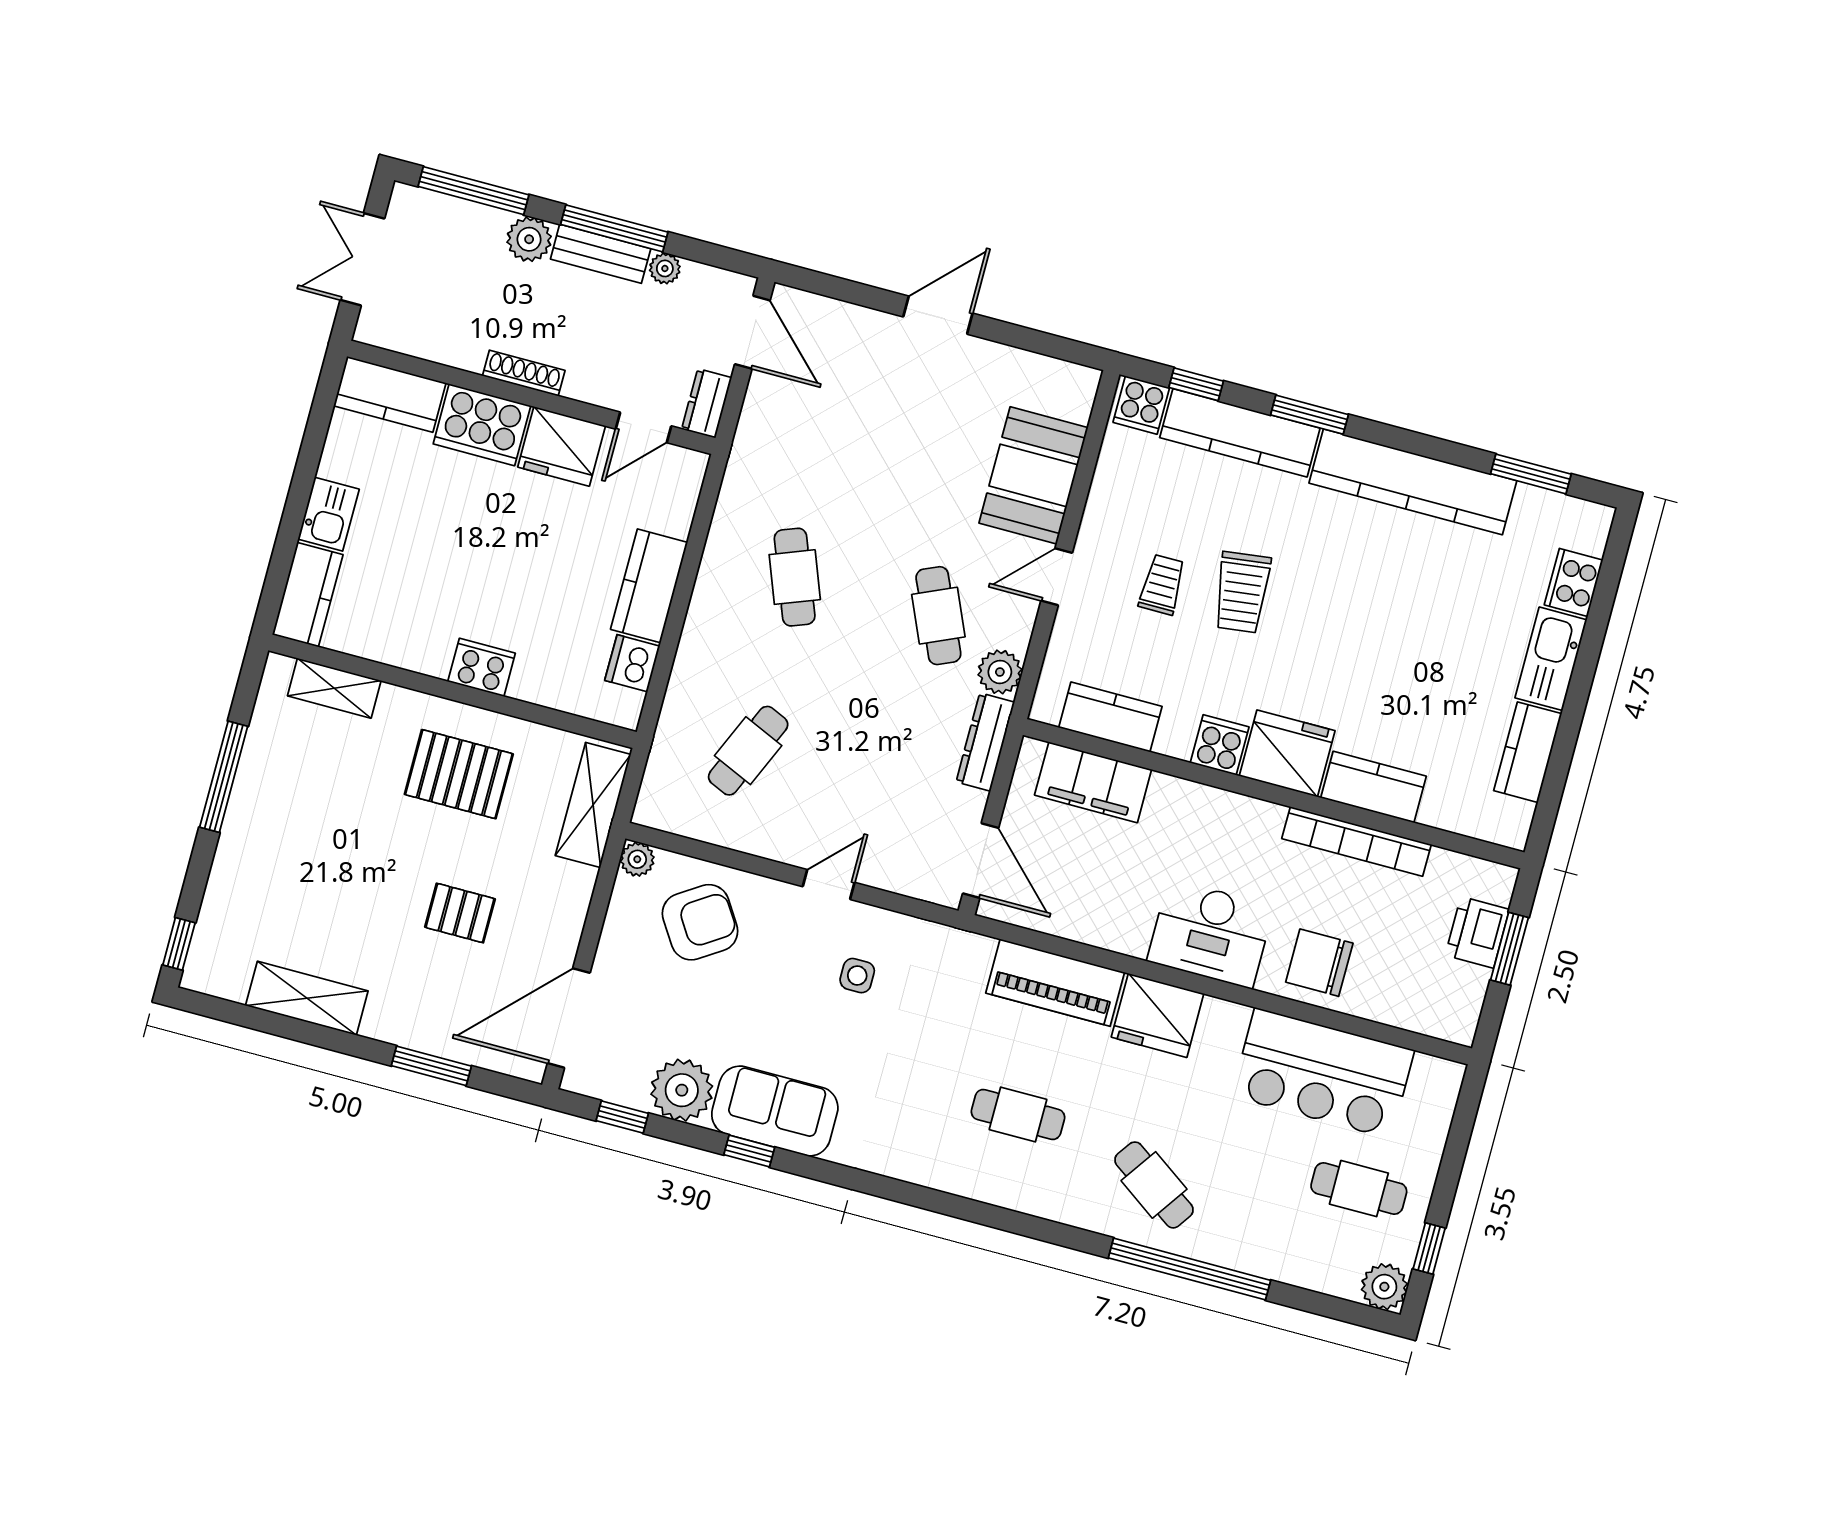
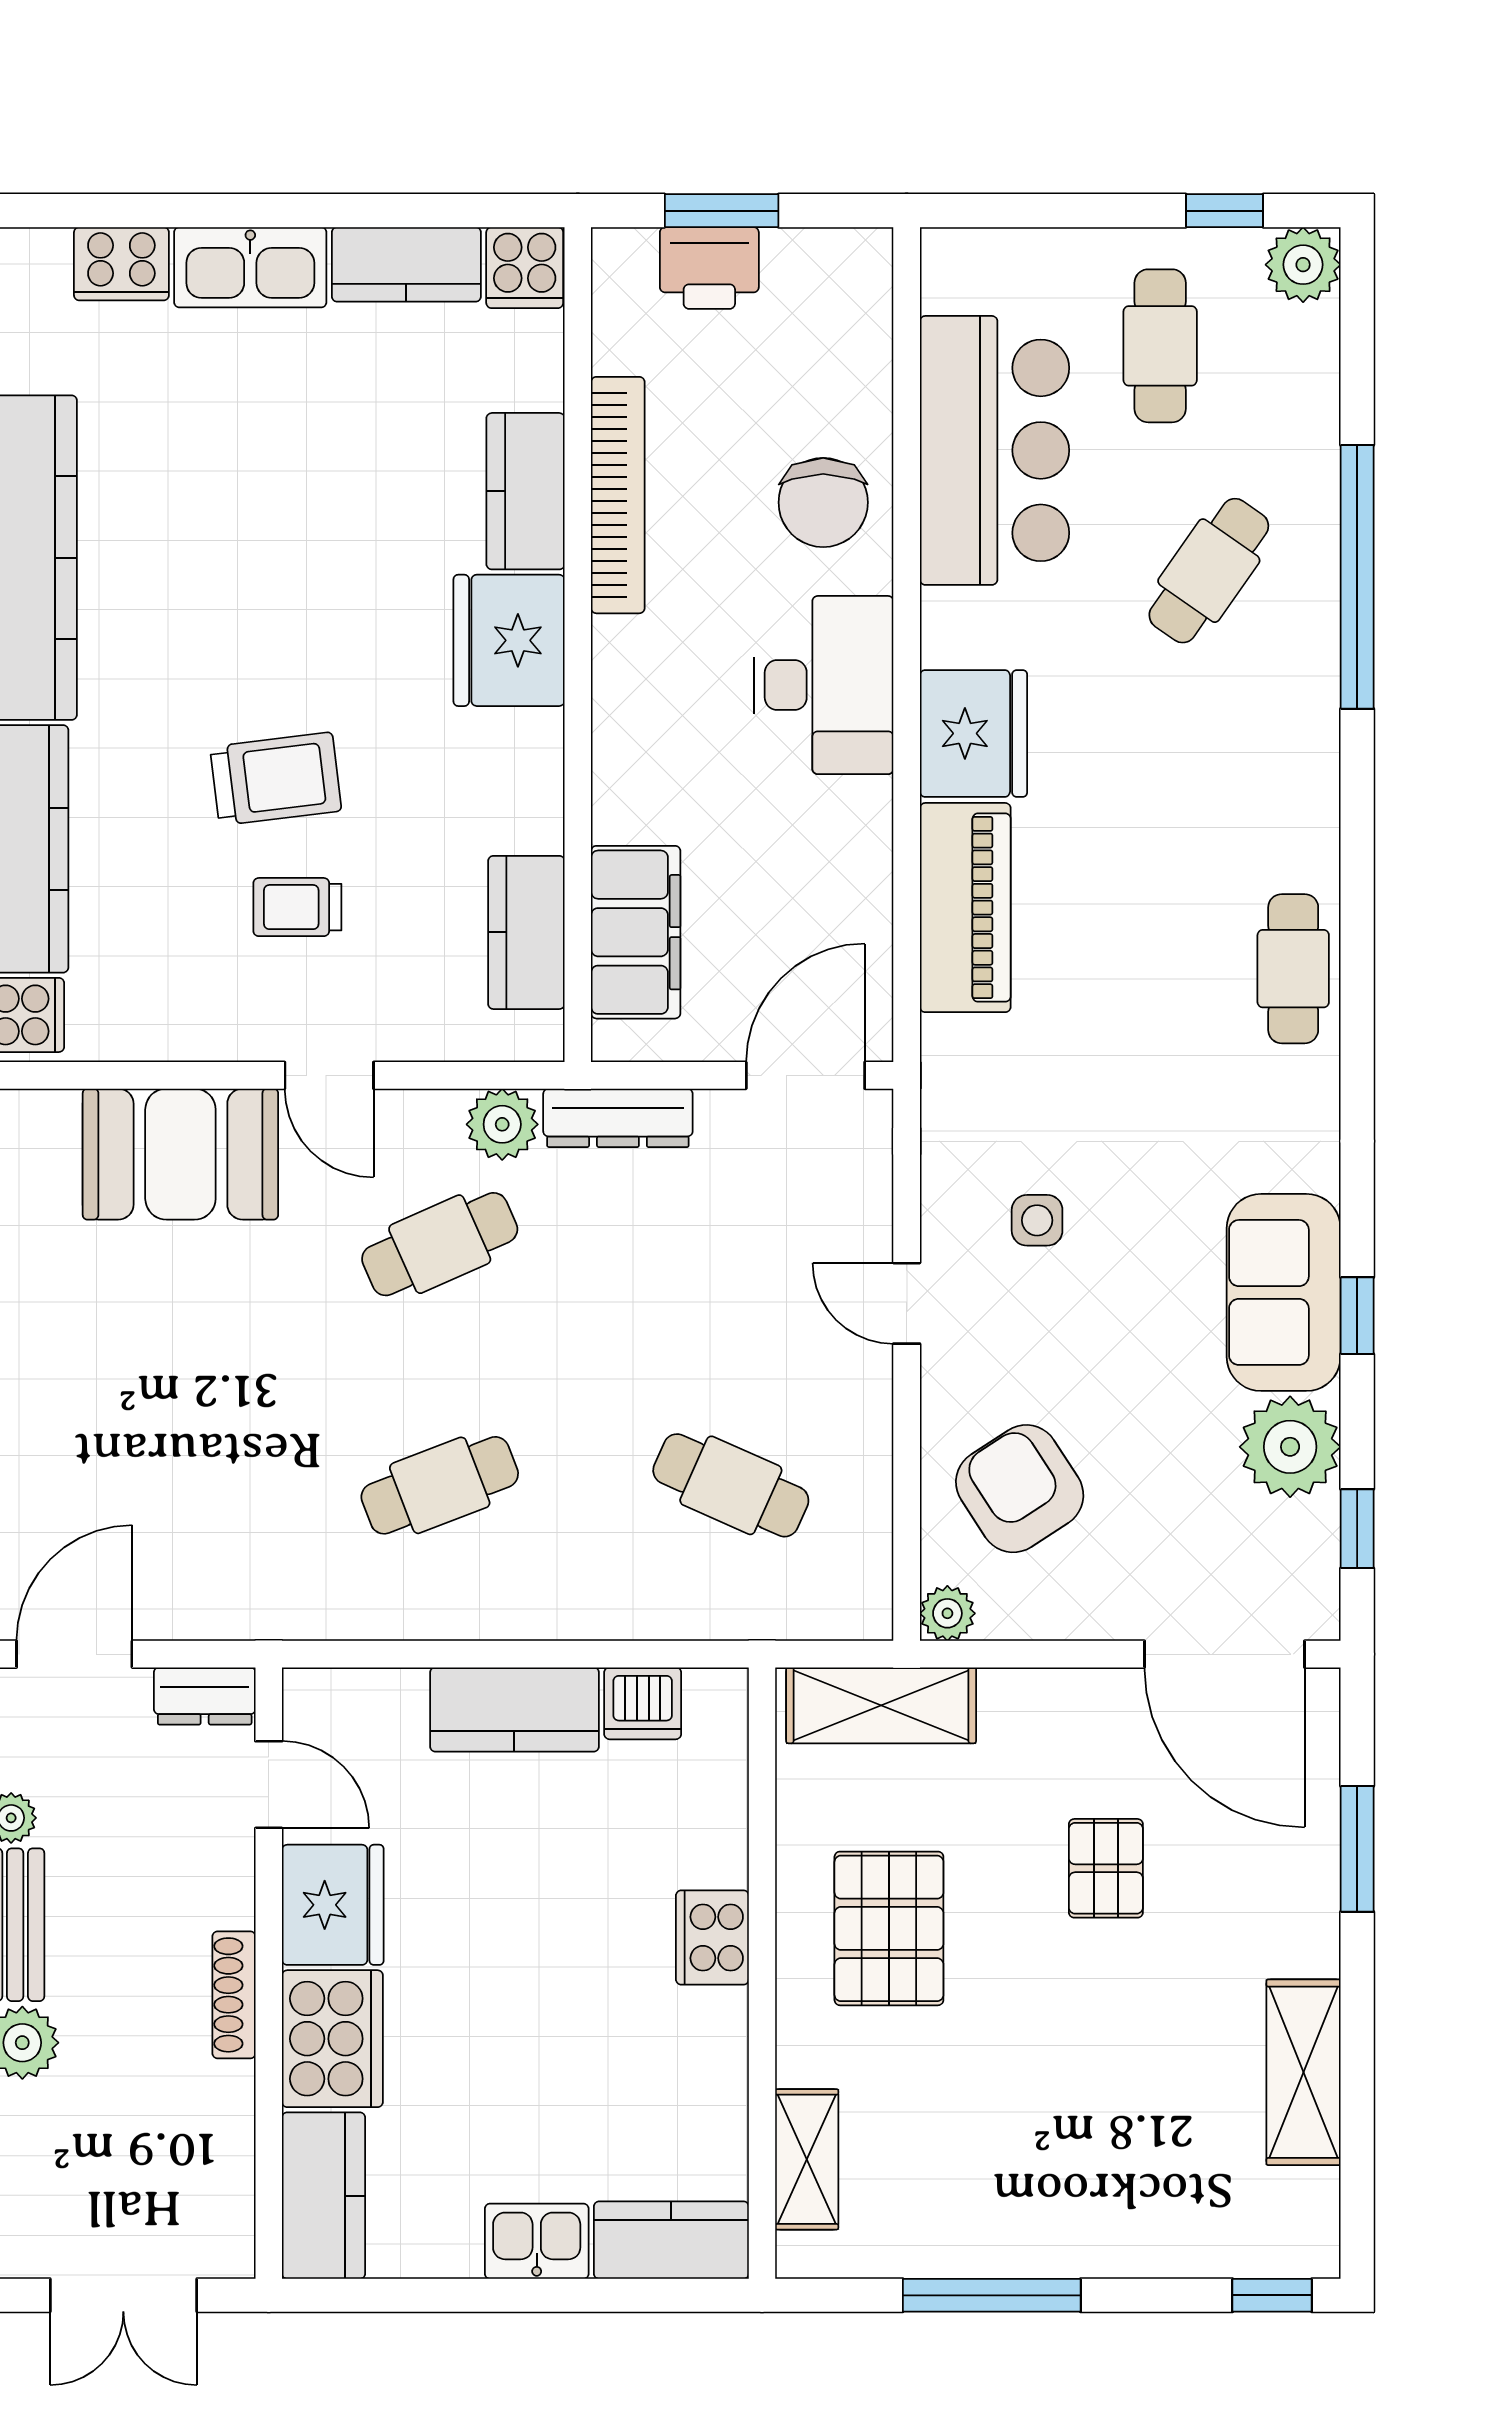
cooker: (1220, 745) -> (525, 268), moved, turned -90
cafe table: (1018, 1114) -> (1293, 969), moved
cafe table: (1154, 1185) -> (1209, 571), moved

